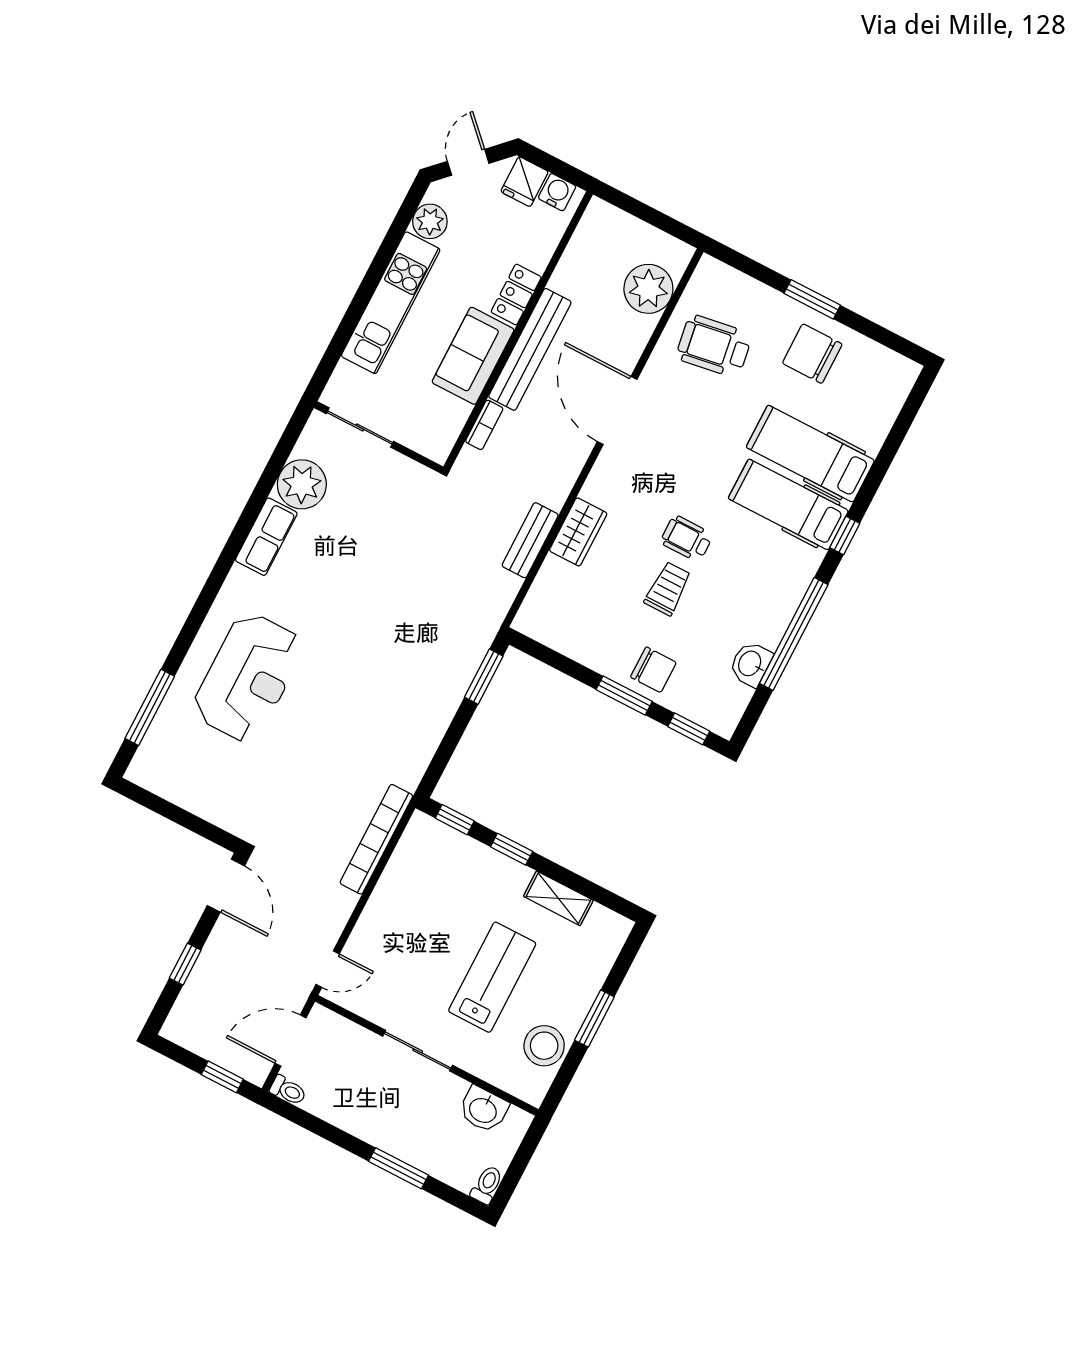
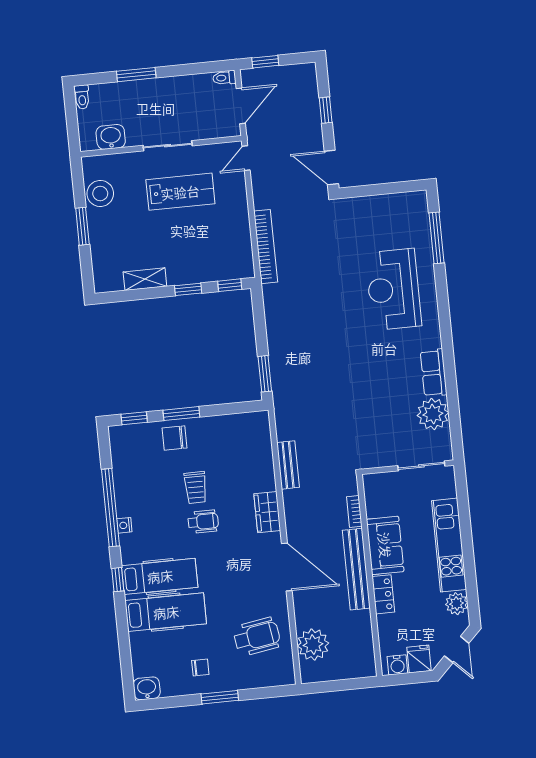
chair: (812, 354) -> (200, 667), width x0.54, depth x0.54
wardrobe: (578, 532) -> (267, 512), moved
nightstand: (791, 600) -> (124, 525), added
washbasin: (751, 664) -> (147, 688), moved, turned -90
lab bench: (492, 977) -> (180, 192), moved, turned -90

